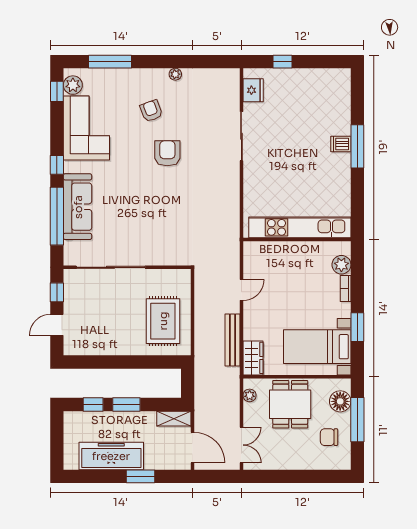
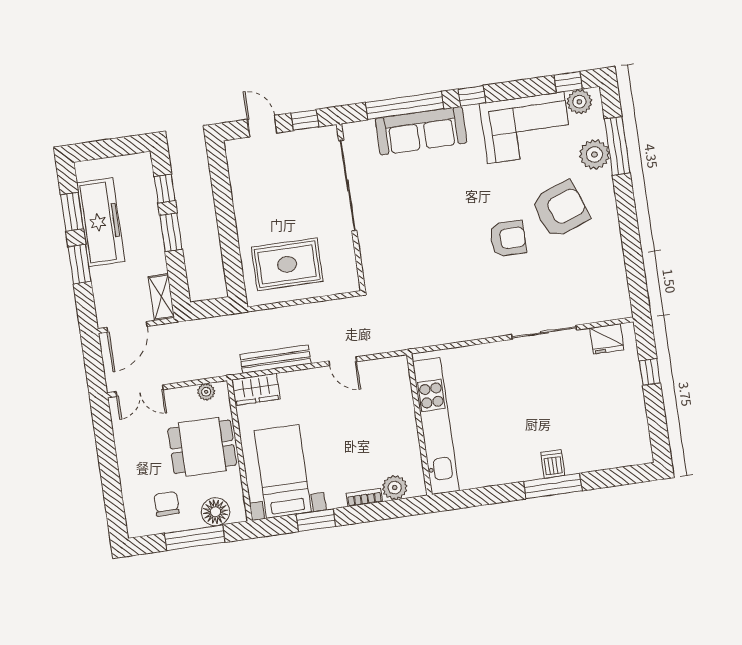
plant: (175, 74) -> (594, 155), moved, width x1.88, depth x1.88
armchair: (151, 111) -> (560, 209), width x1.88, depth x1.88
window: (101, 476) -> (72, 212), added

